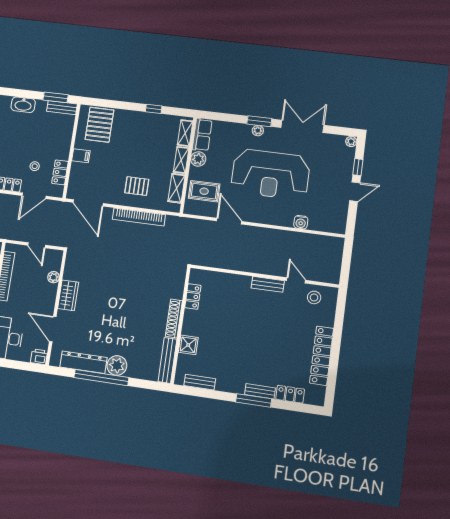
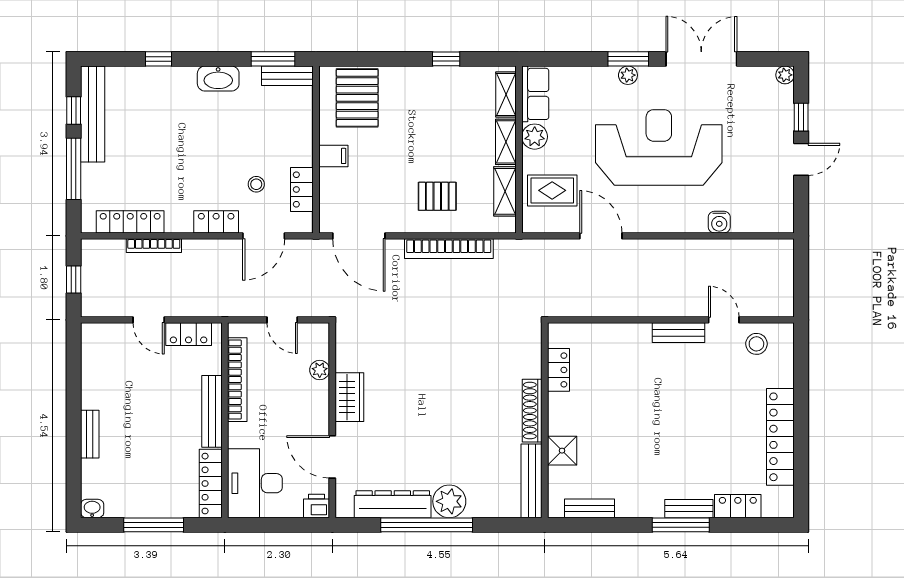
reception desk: (270, 174) -> (659, 147), turned 180

